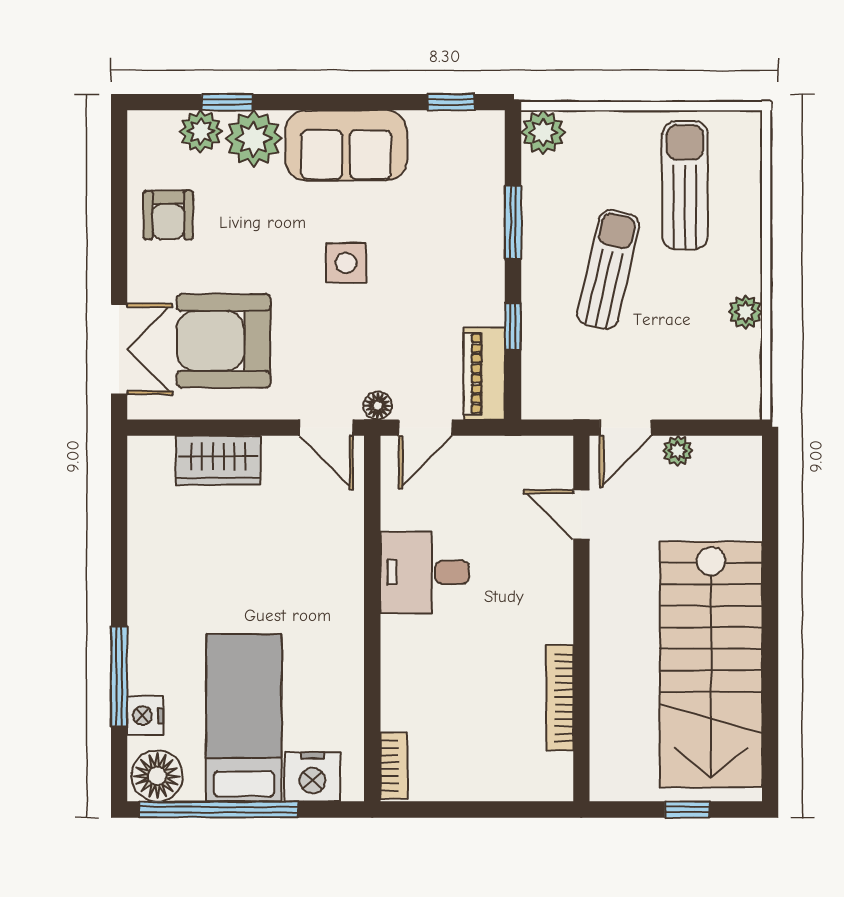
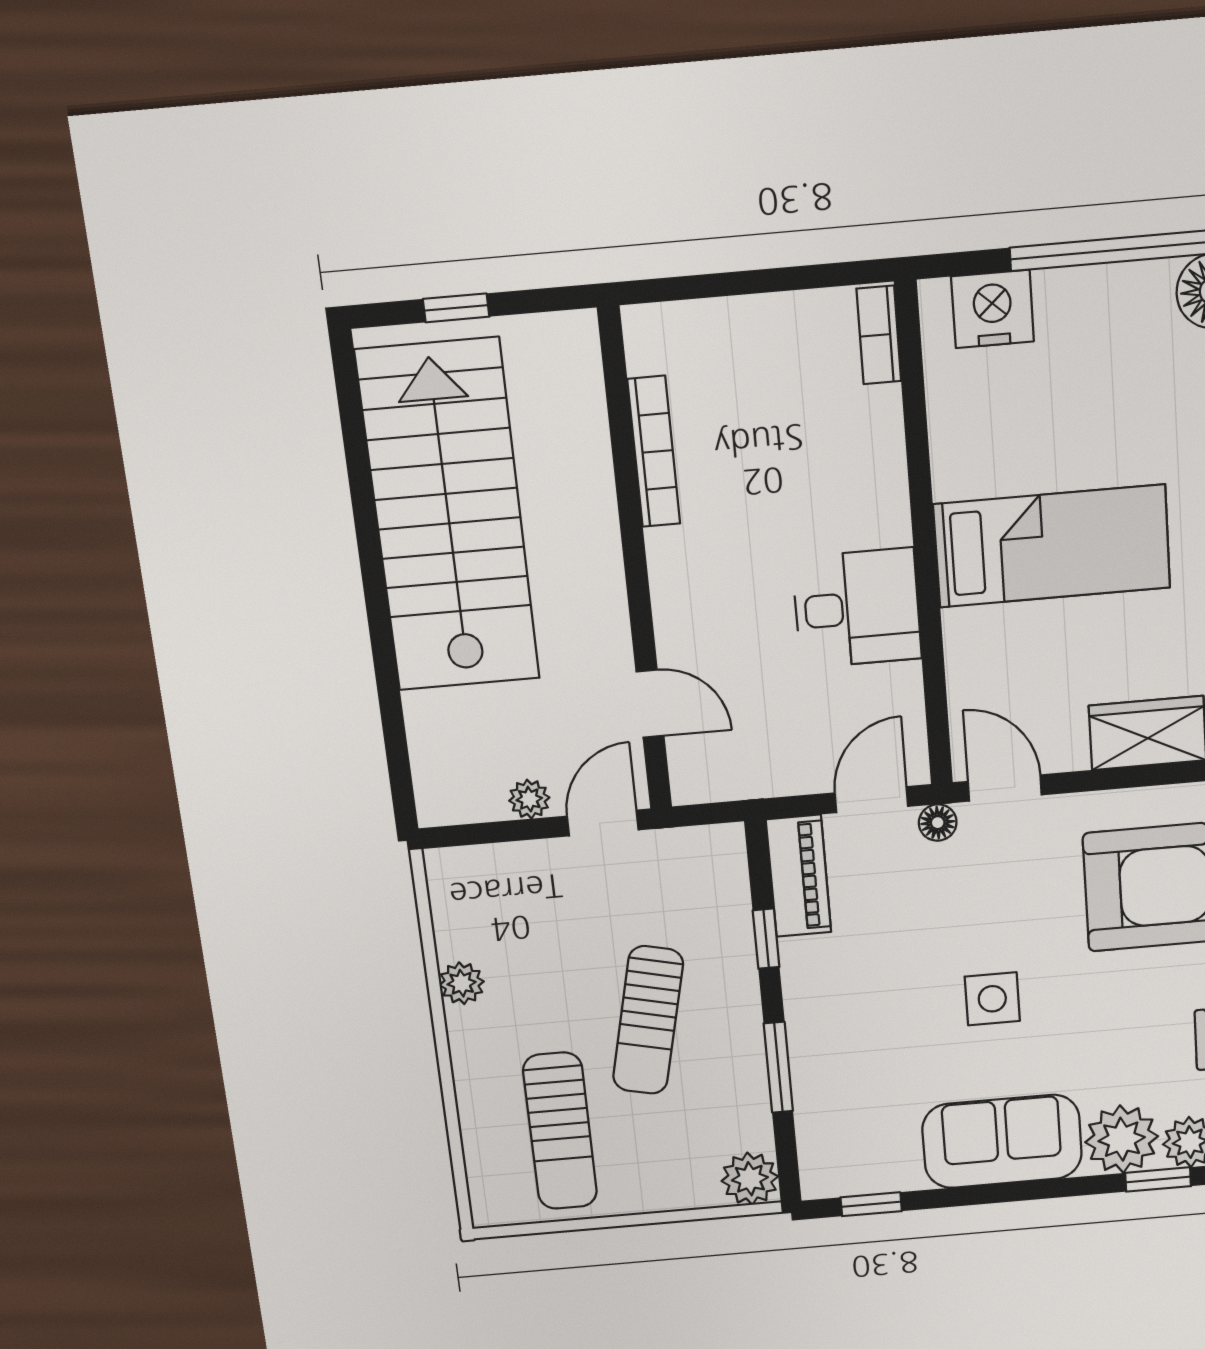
bed: (244, 718) -> (1052, 546), moved, turned -90

